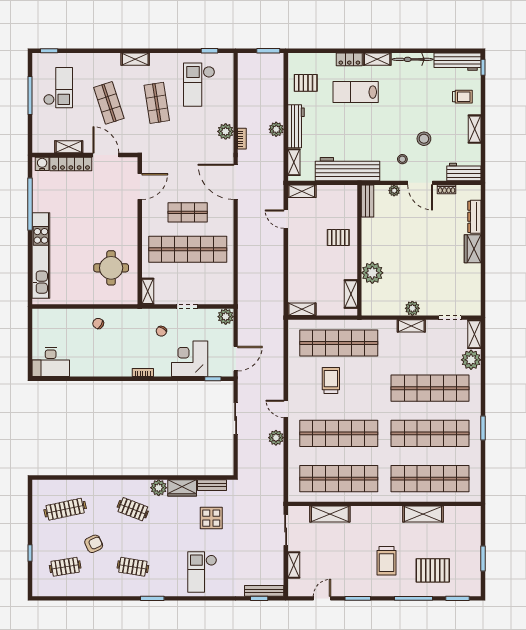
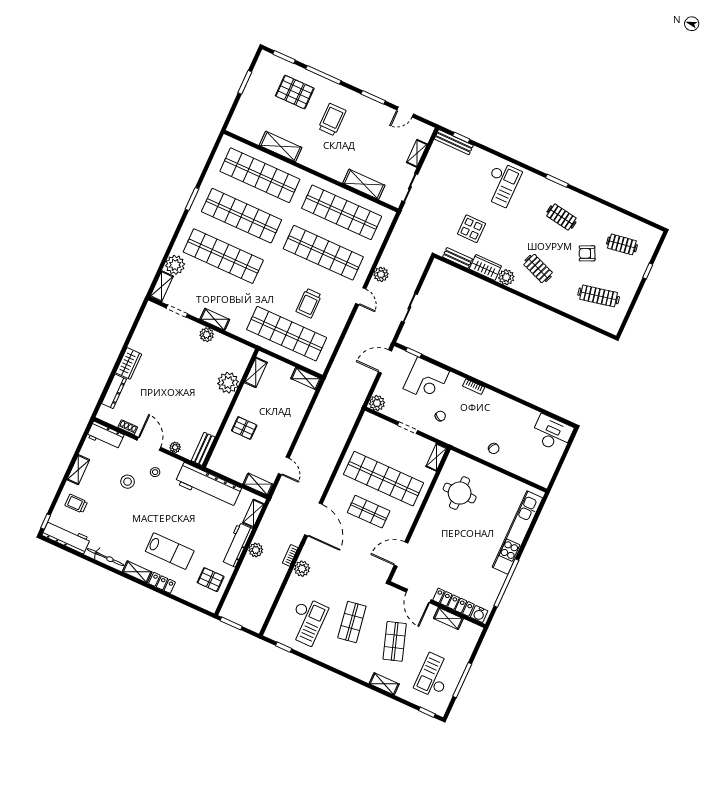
shelving: (135, 59) -> (384, 684), moved

